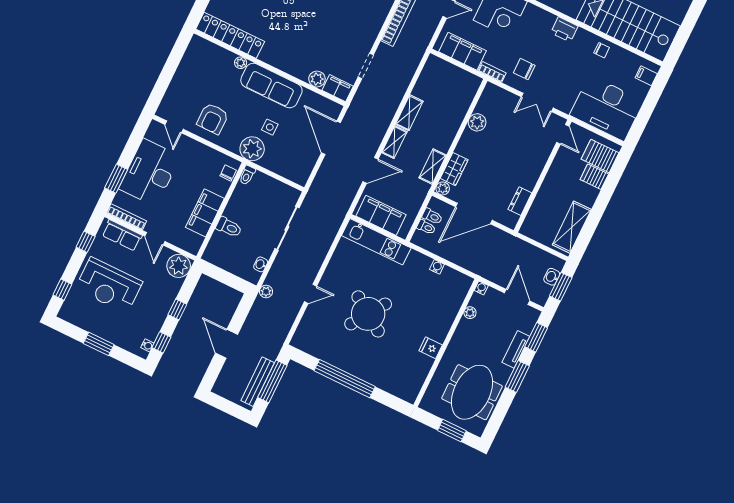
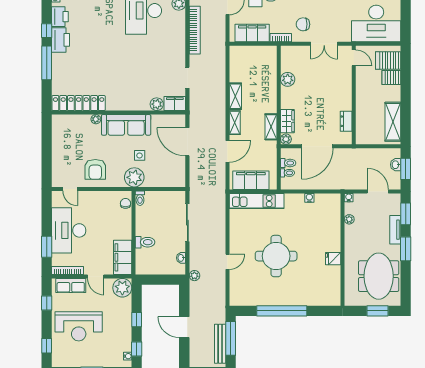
filing cabinet: (205, 213) -> (123, 257), moved
round table: (368, 314) -> (276, 256), turned -34

